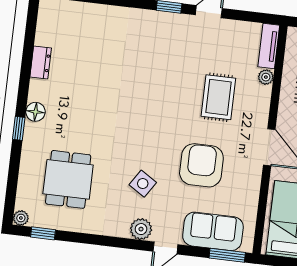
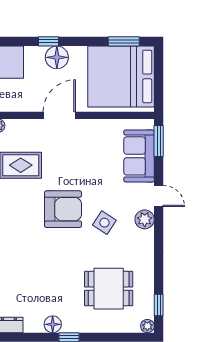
armchair: (201, 165) -> (63, 209), moved, turned 180

